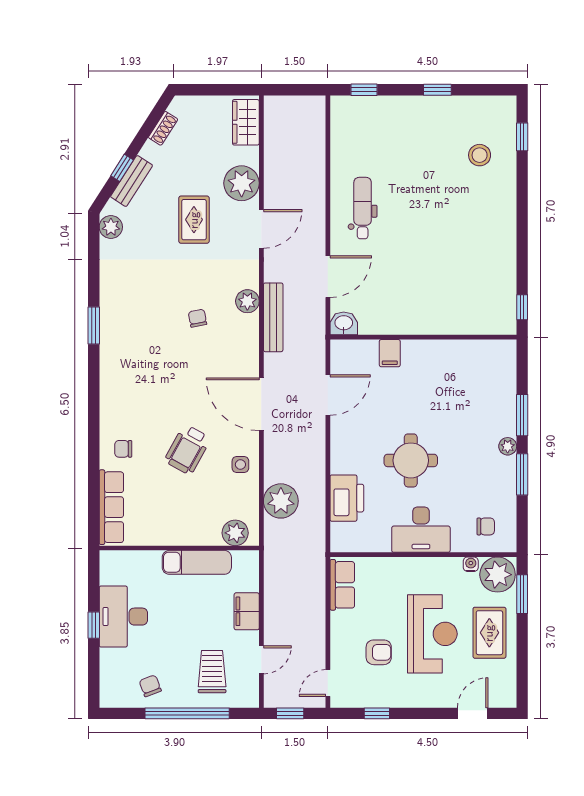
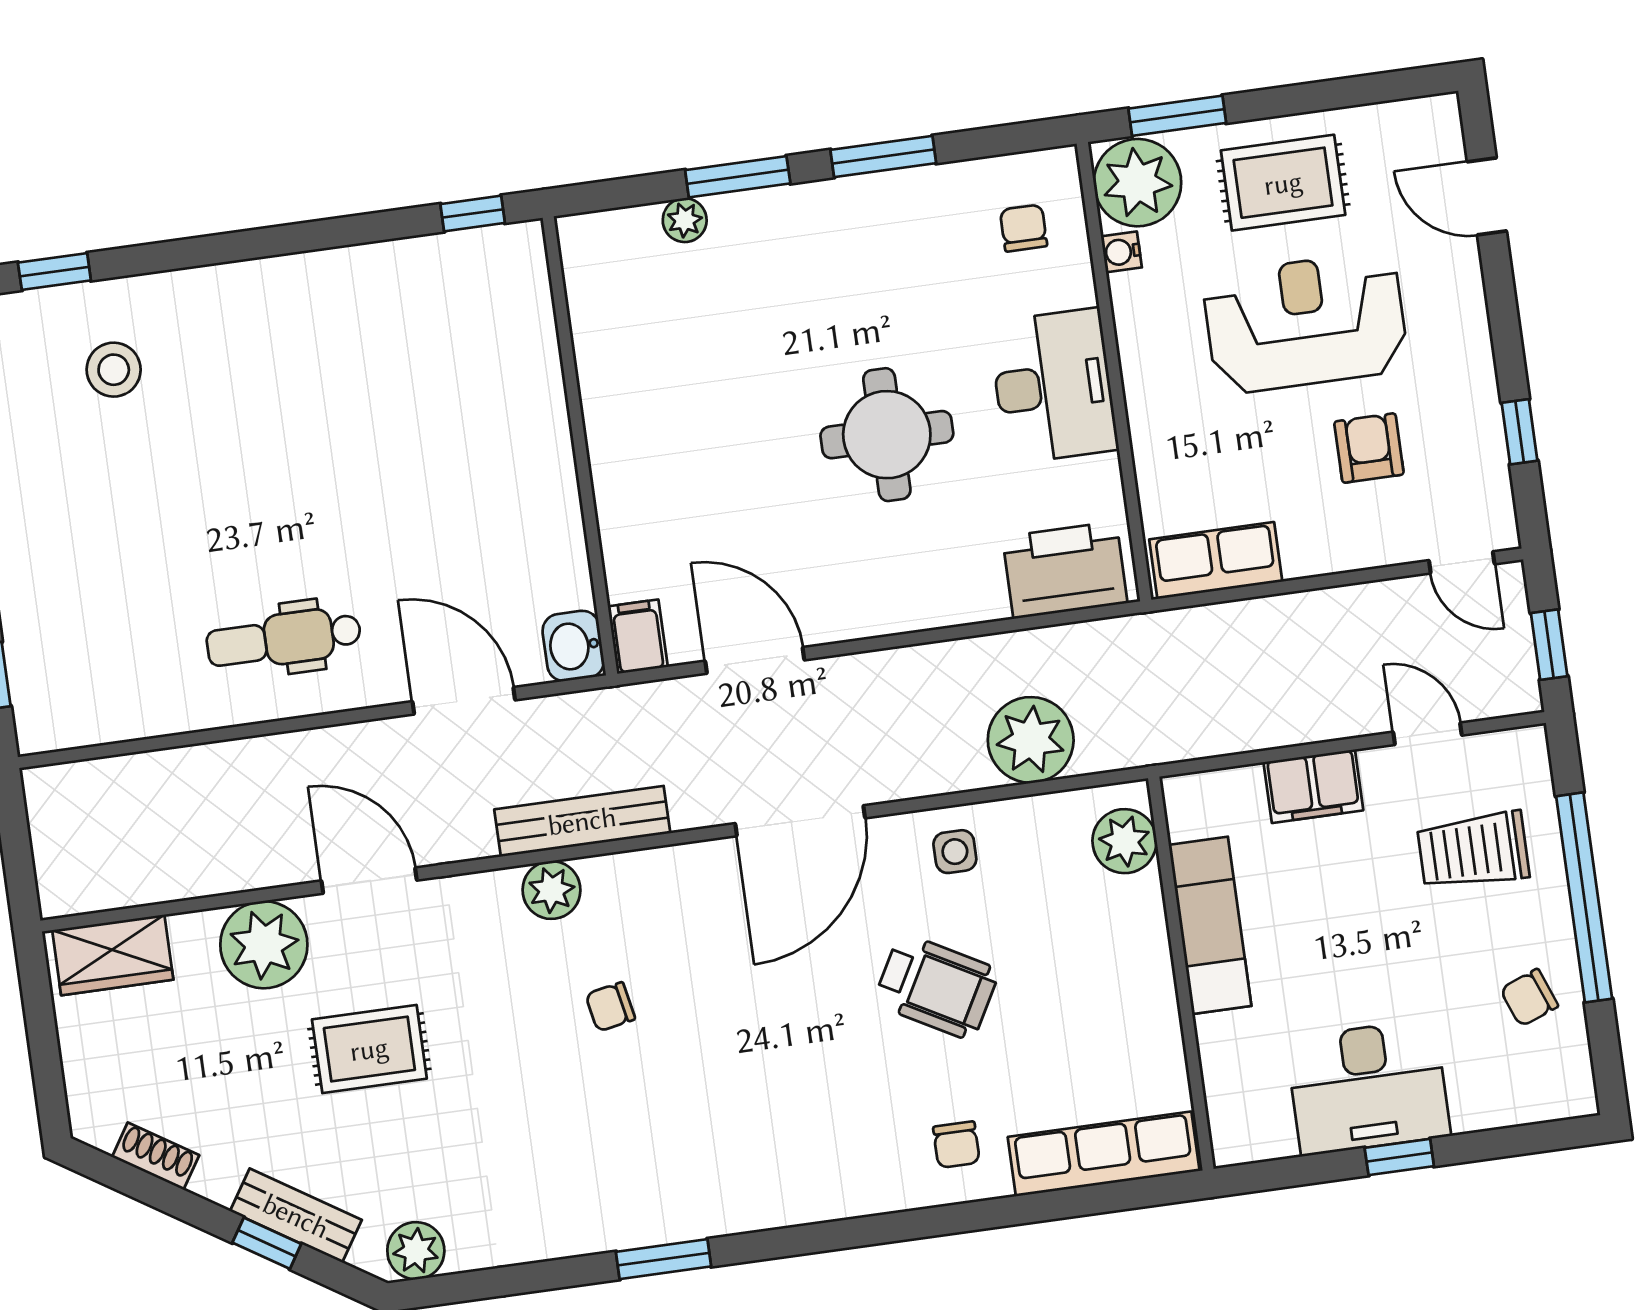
filing cabinet: (390, 353) -> (638, 637), moved, turned -90
plant: (508, 446) -> (685, 220), moved
printer: (347, 498) -> (1065, 570), moved

